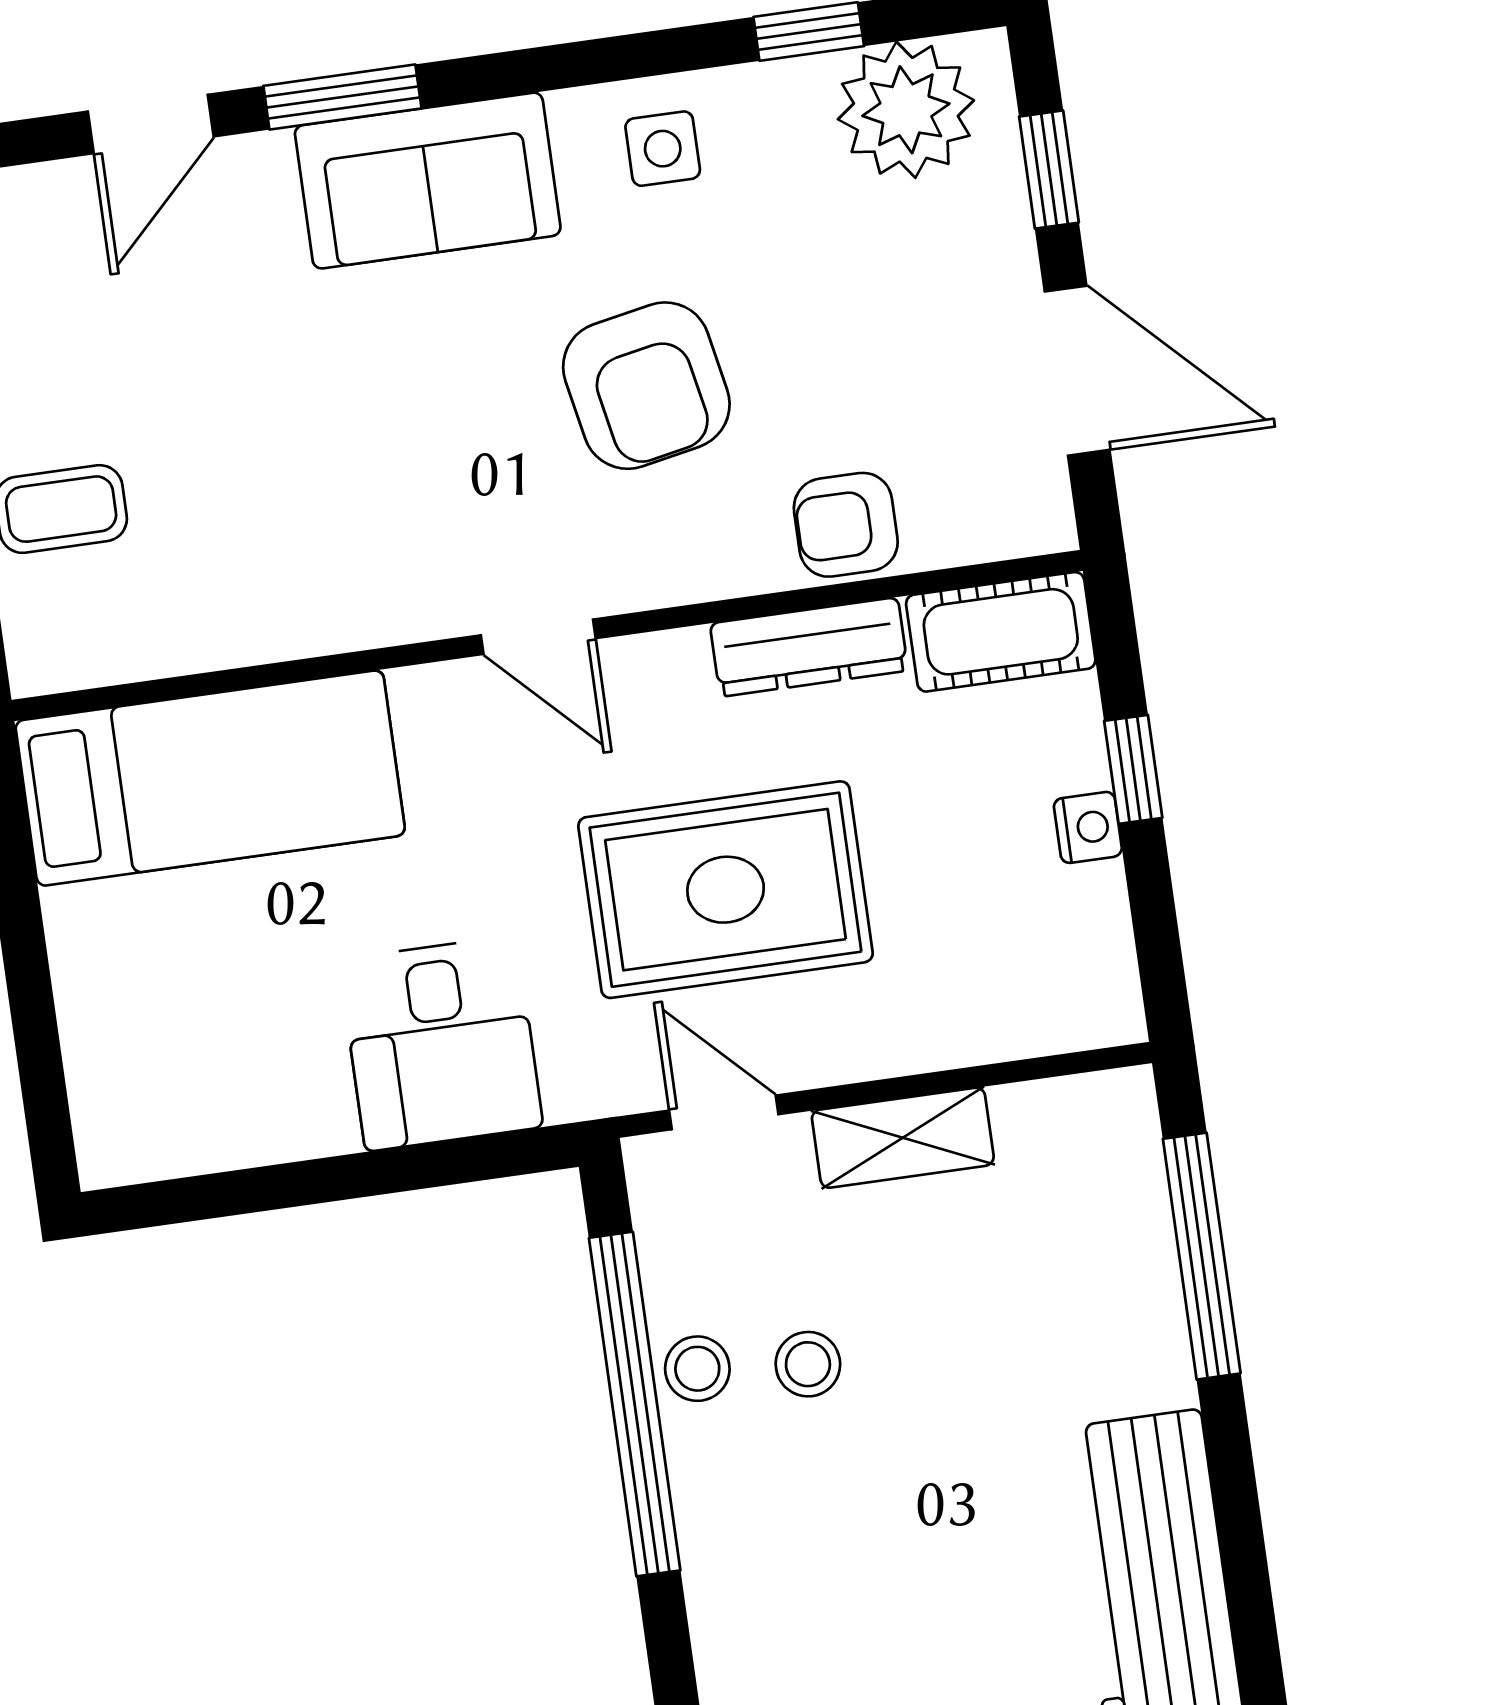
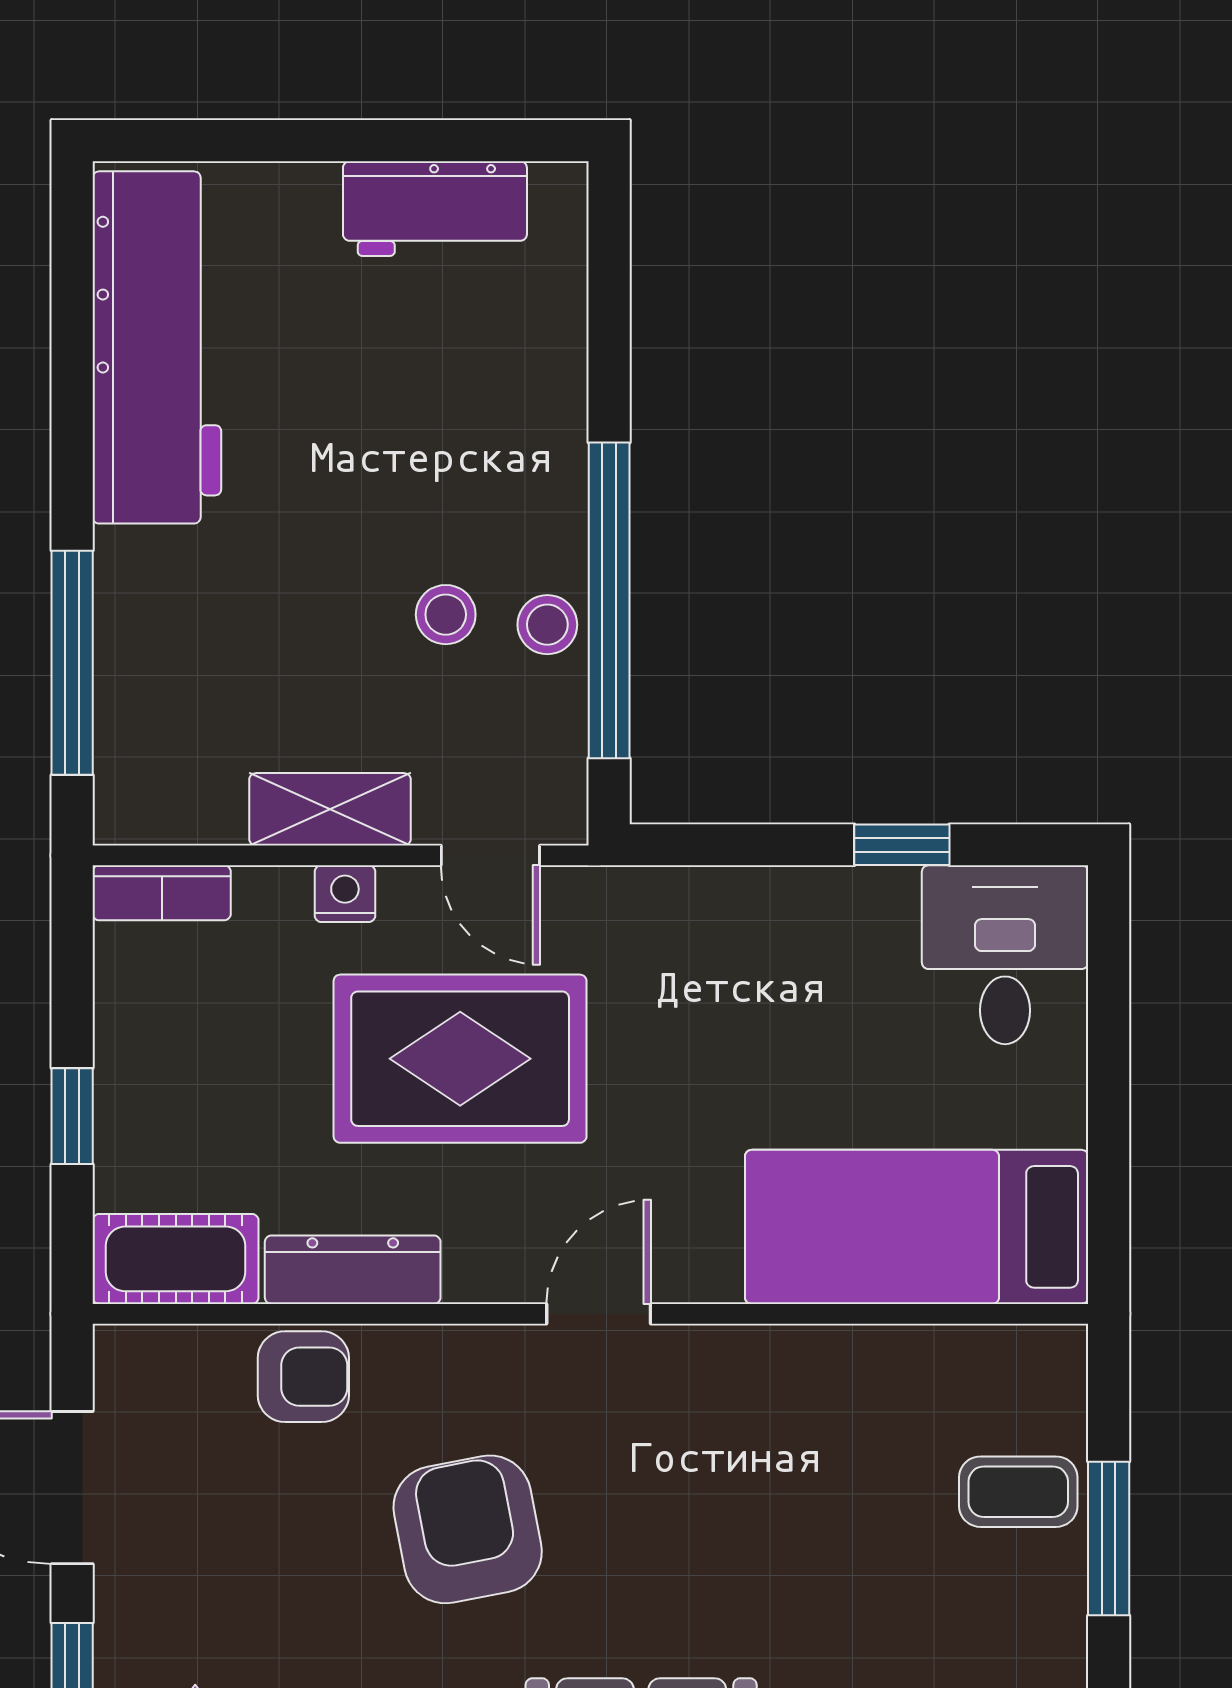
door: (538, 637) -> (599, 1314), hinge flipped
nightstand: (1088, 827) -> (345, 894), moved, turned 90
bookcase: (1071, 1023) -> (162, 893), added
desk: (441, 1043) -> (1005, 955), moved
window: (284, 1186) -> (902, 845), added

